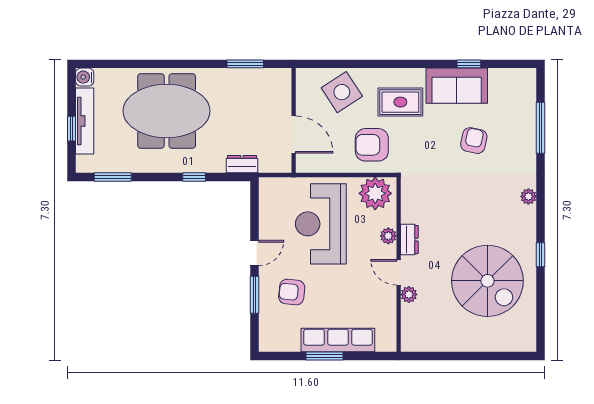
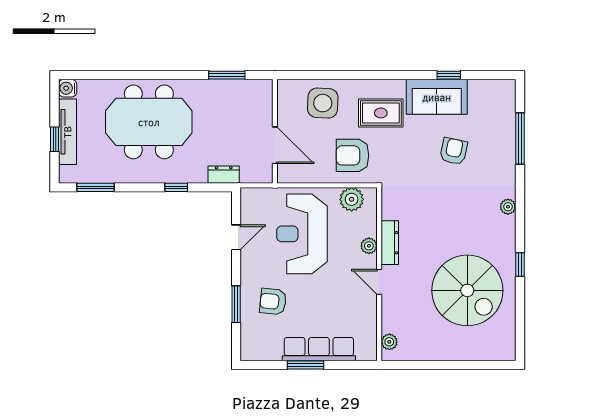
side table: (342, 92) -> (323, 103), turned 36
plant: (375, 193) -> (352, 199), width x0.73, depth x0.73
dresser: (409, 240) -> (390, 243), width x1.44
door: (255, 253) -> (236, 237), moved
plant: (409, 294) -> (389, 342), moved

